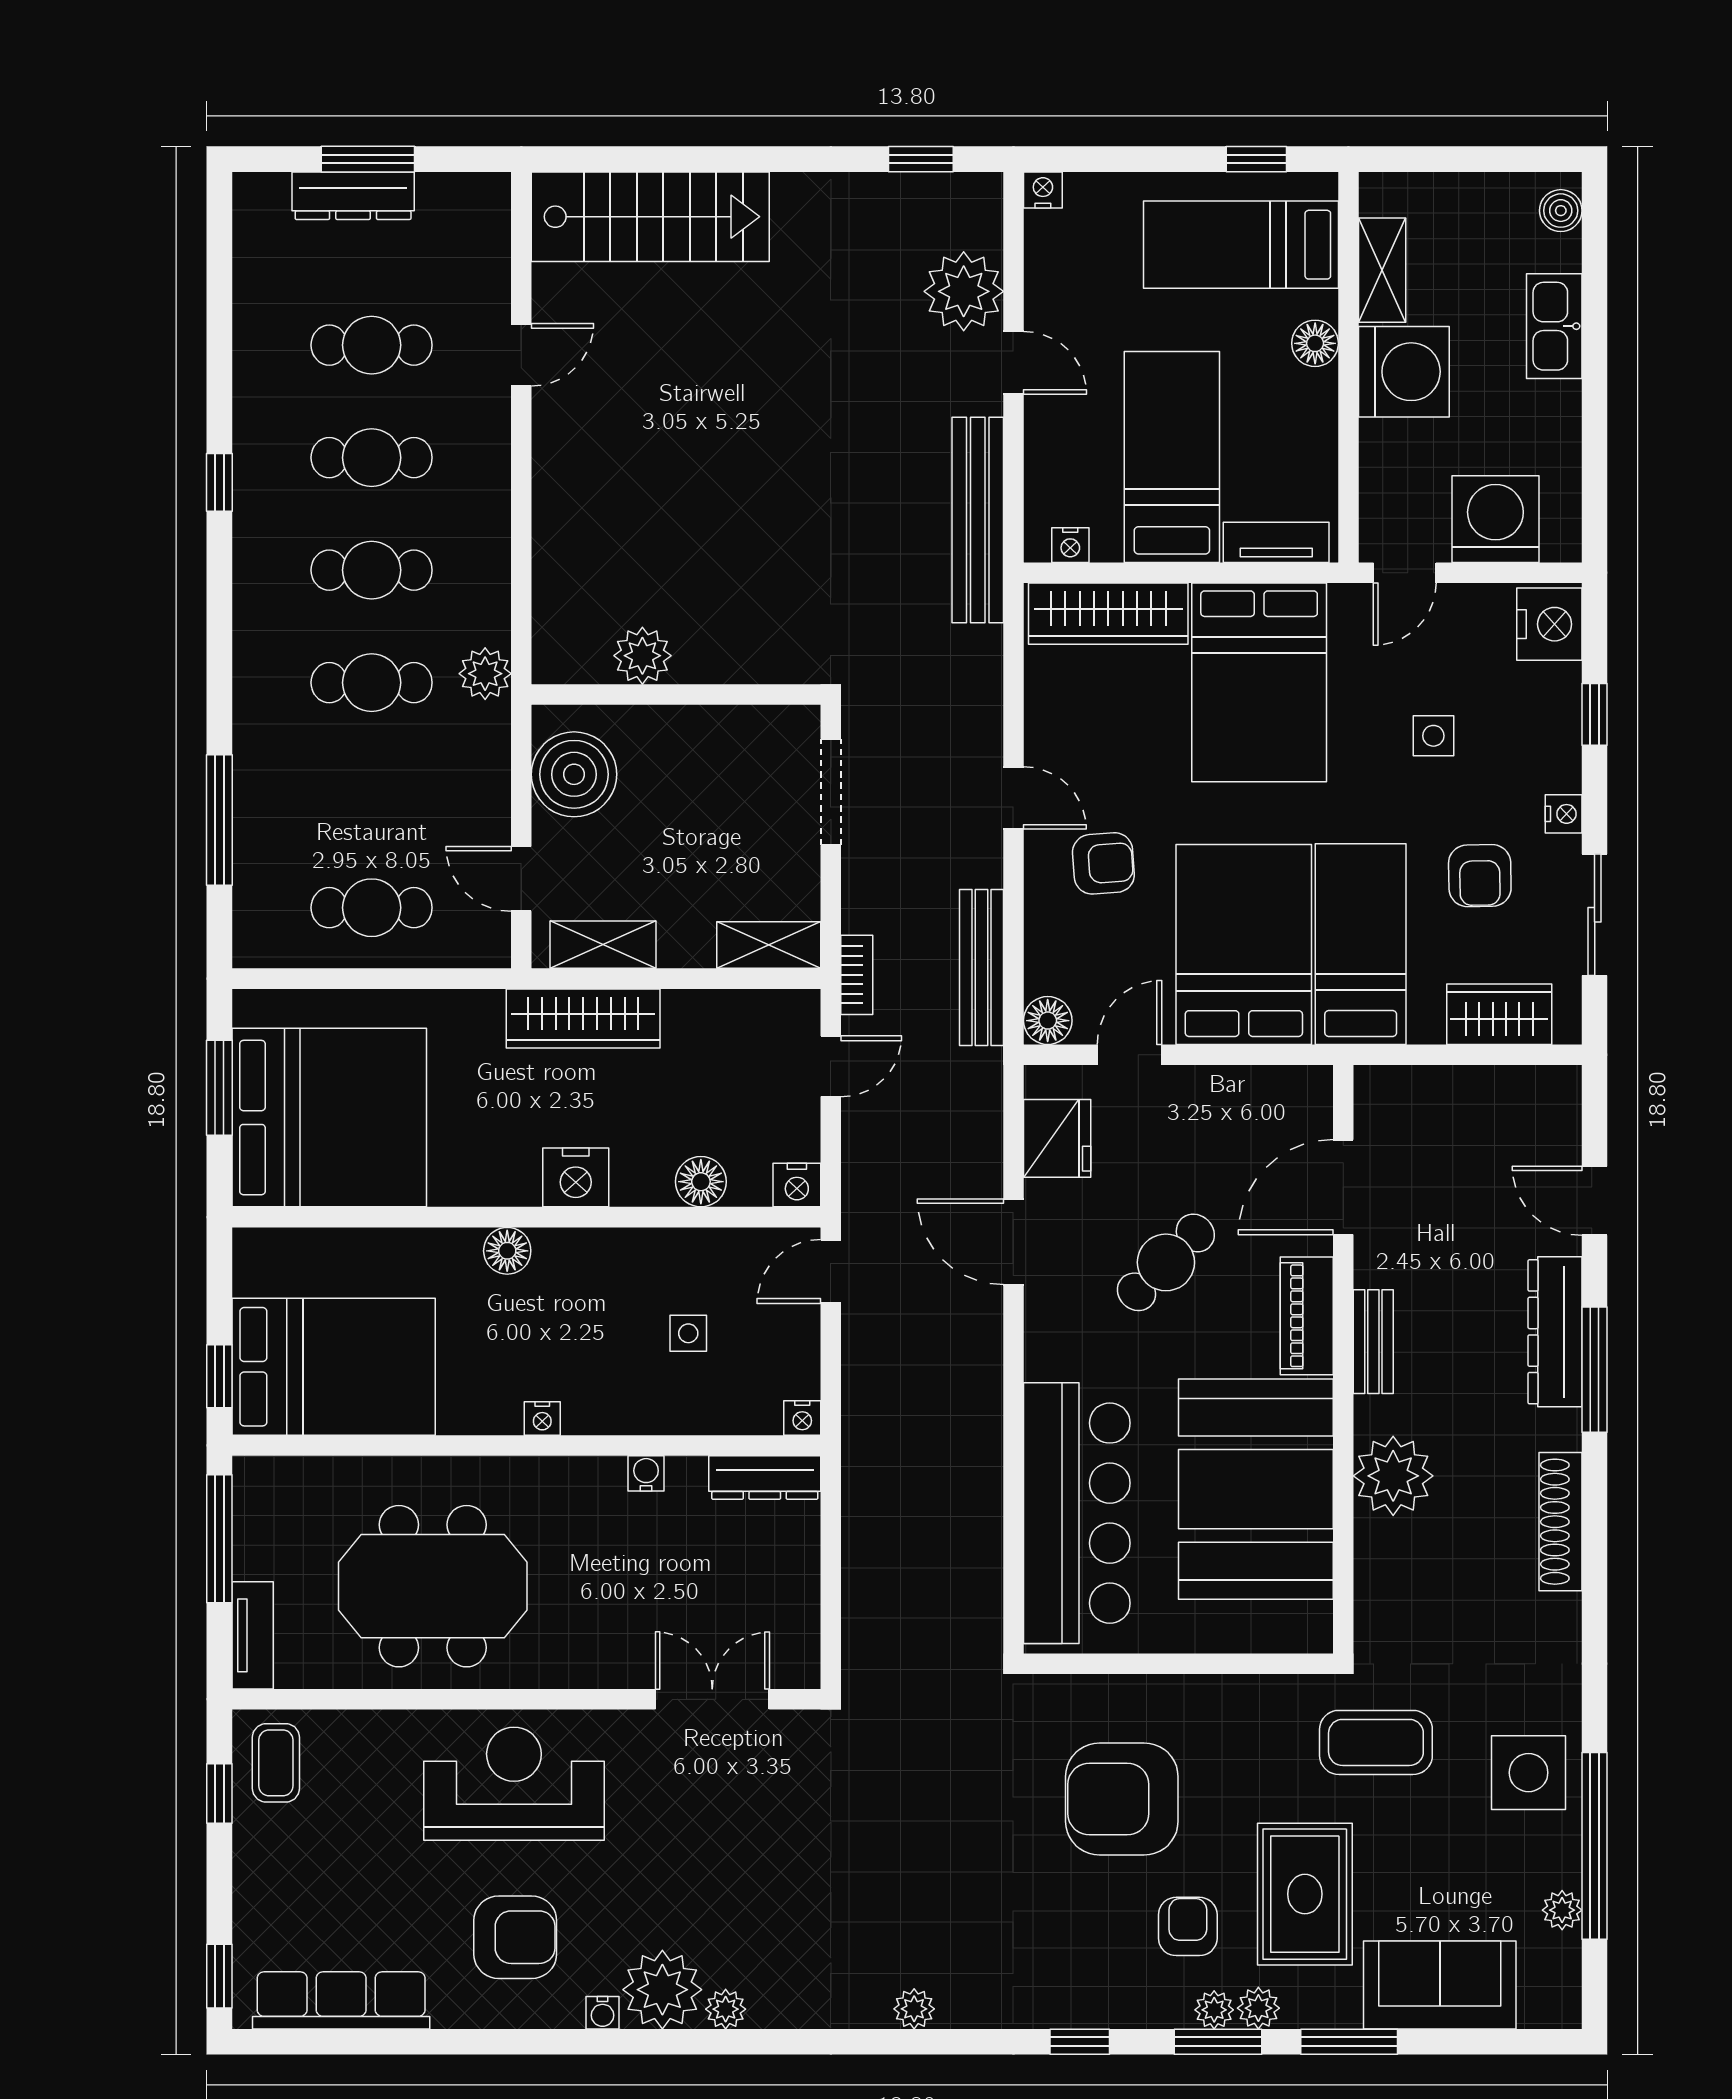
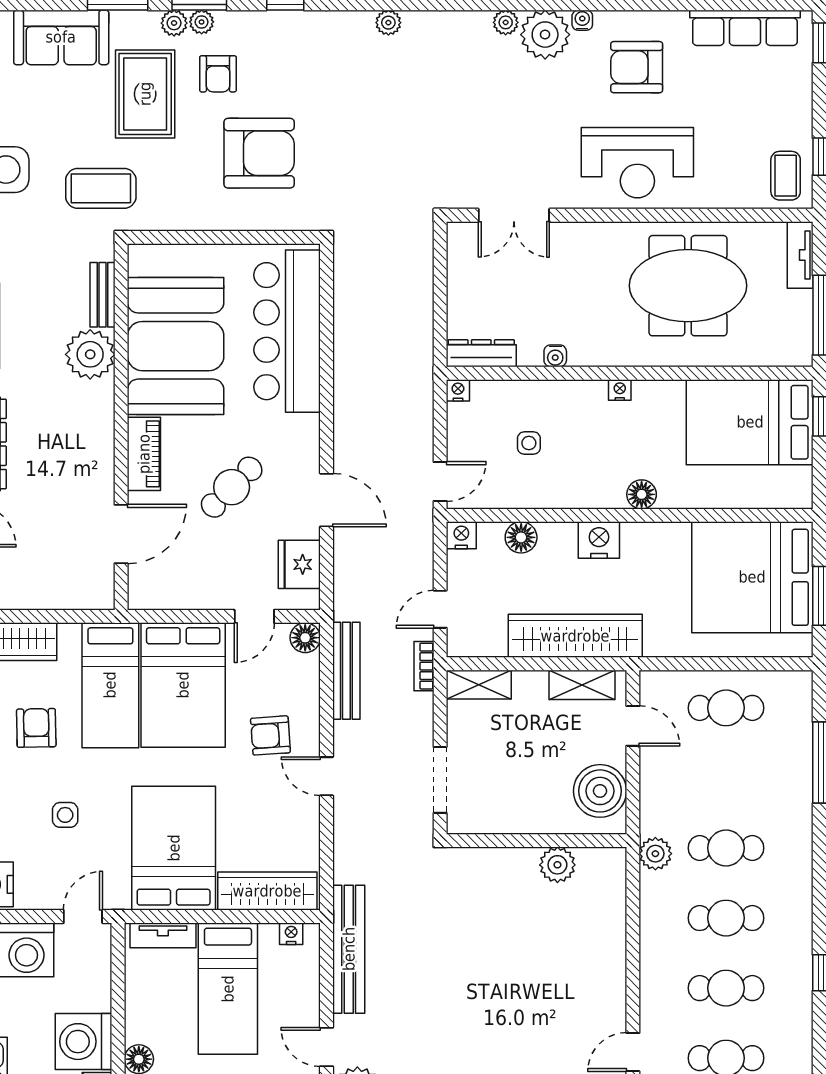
wardrobe: (583, 1018) -> (575, 636), width x1.40, depth x1.17
bench: (1373, 1342) -> (102, 295), moved

